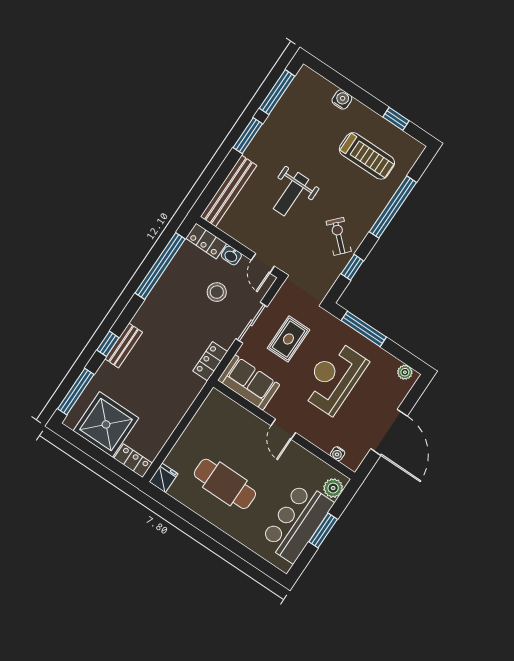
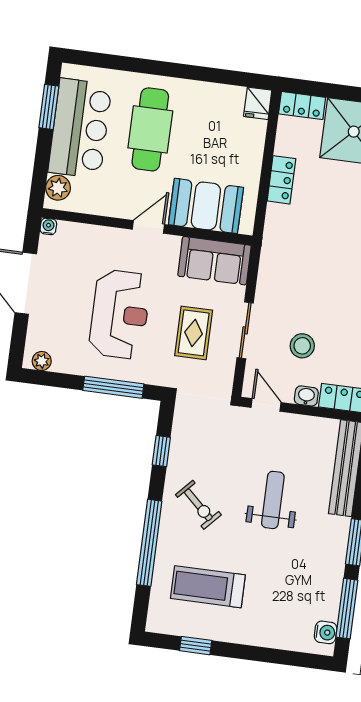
water cooler: (342, 99) -> (326, 632), moved, turned -90
exercise bike: (339, 236) -> (198, 505), moved
locker: (210, 361) -> (281, 180), moved
booth: (236, 424) -> (206, 206), added
door: (283, 429) -> (148, 227), hinge flipped
water cooler: (338, 454) -> (48, 226), moved
cafe table: (225, 484) -> (150, 129), moved, turned 90
window: (323, 530) -> (49, 107), moved

